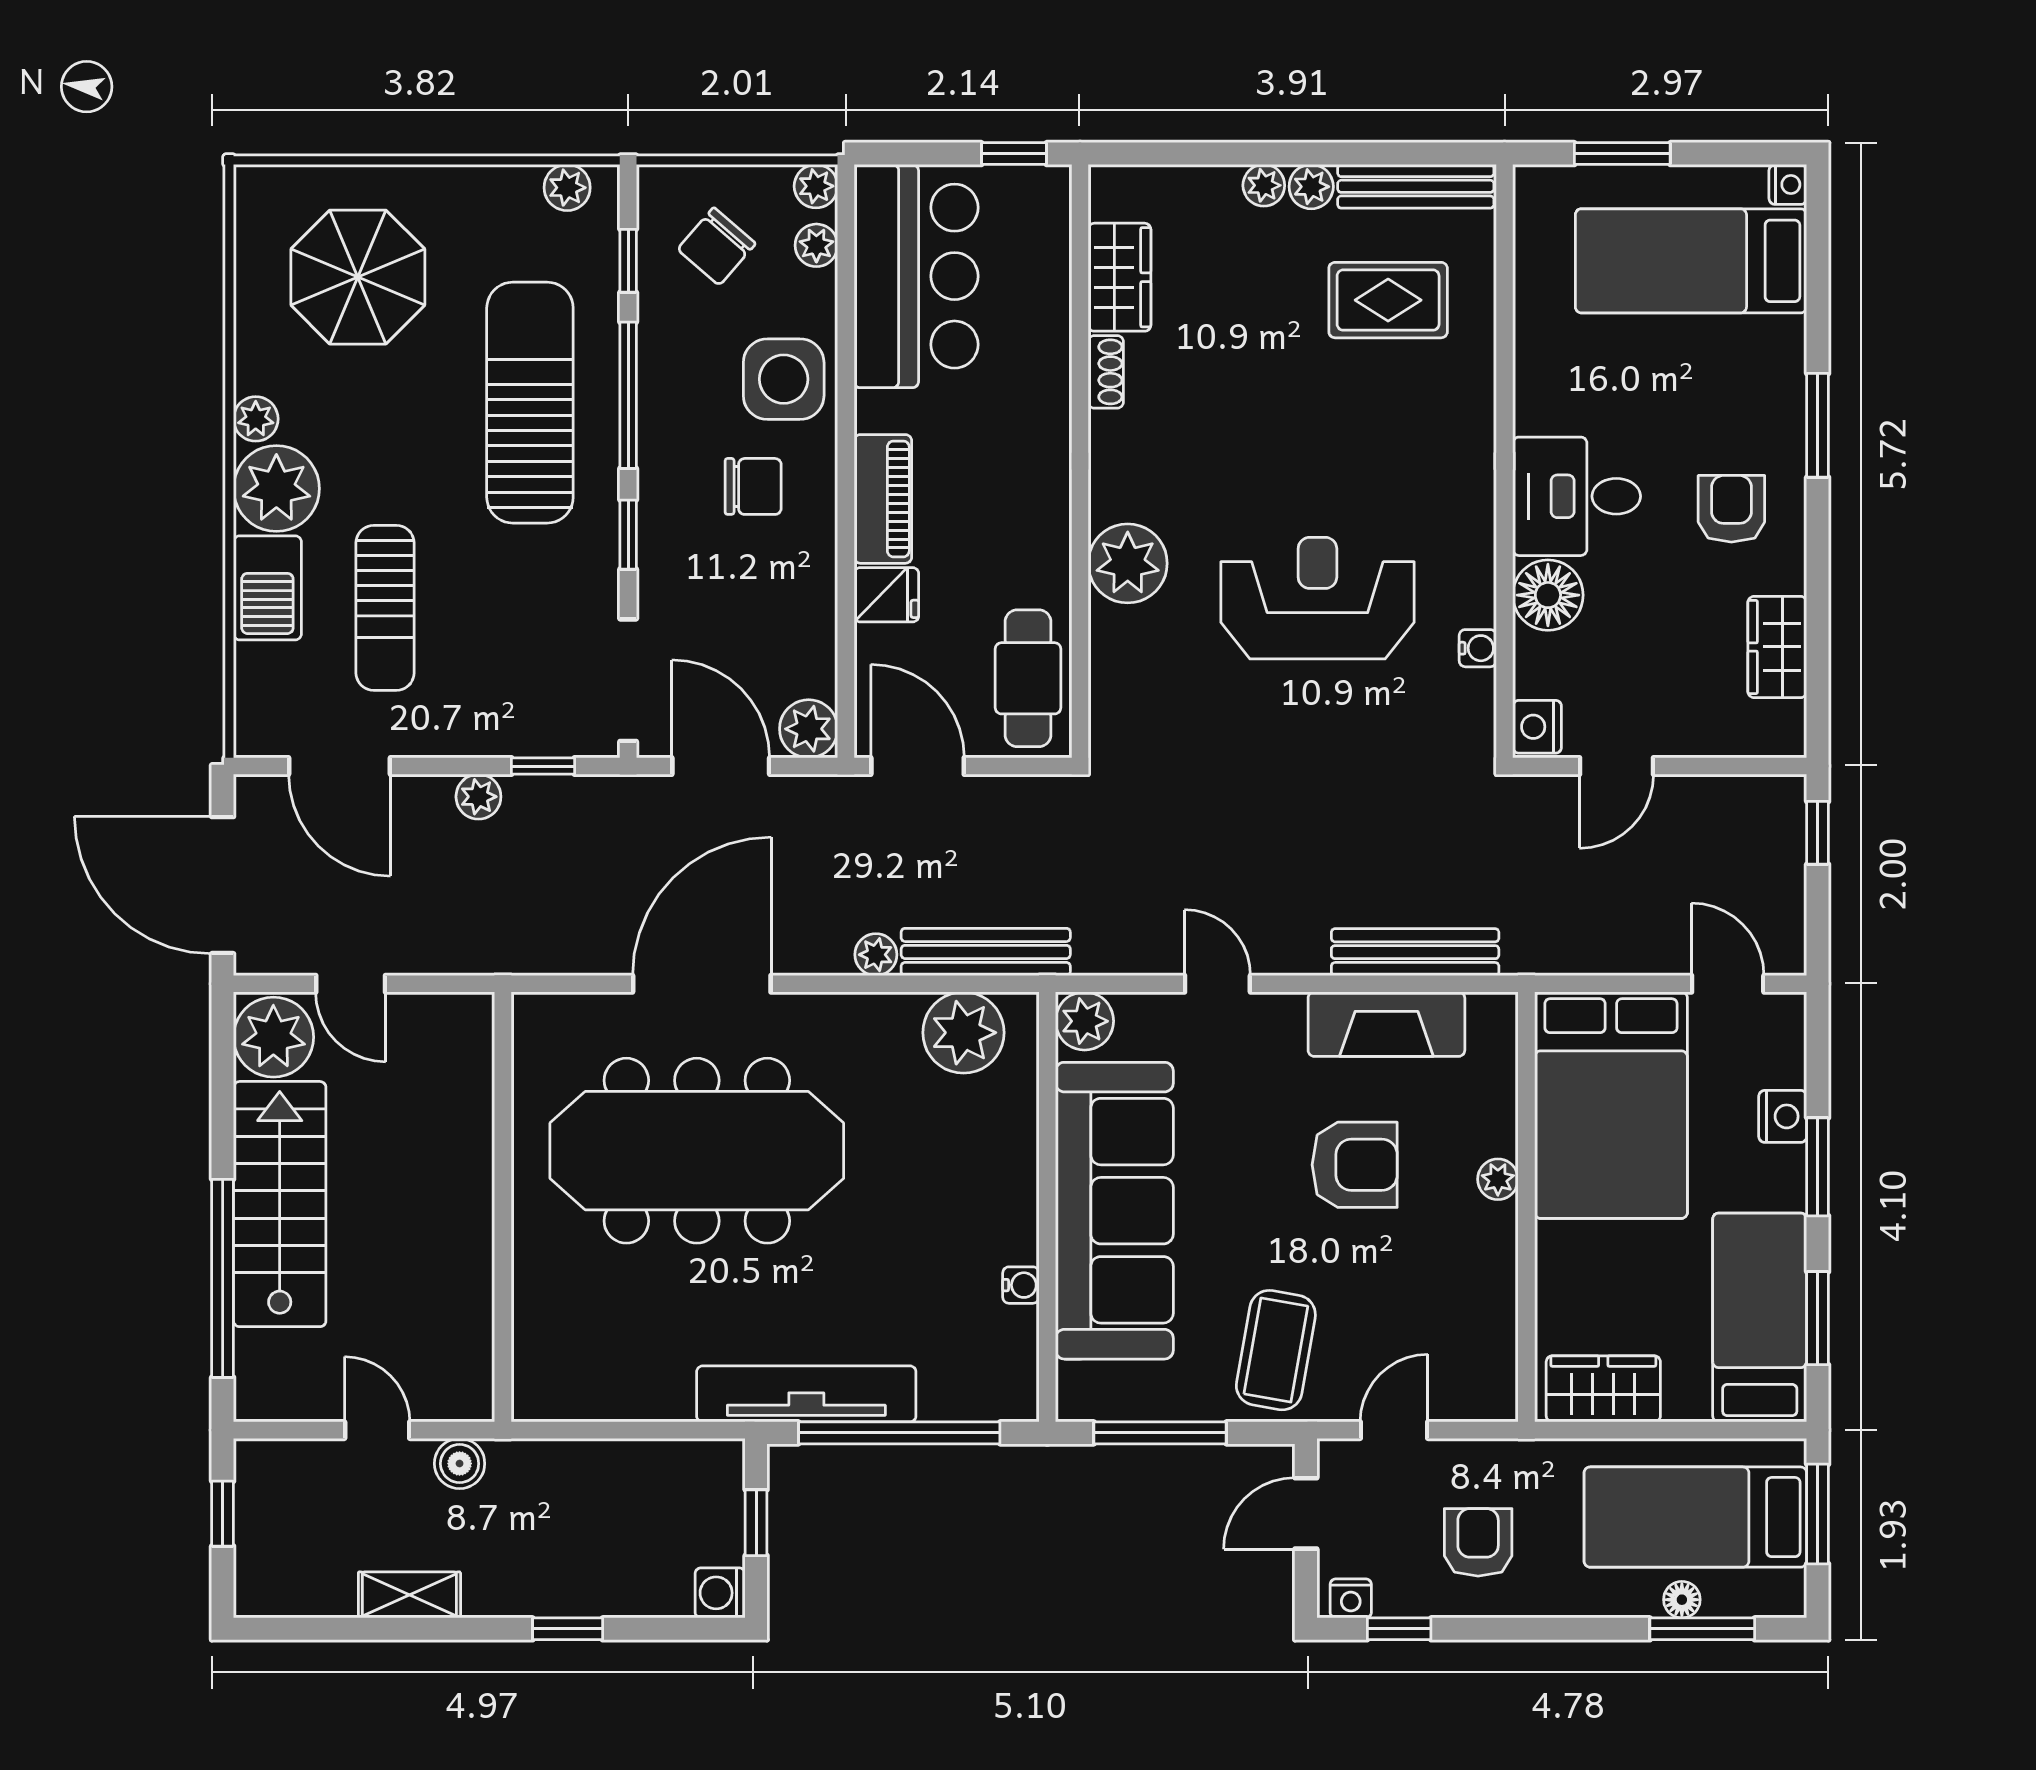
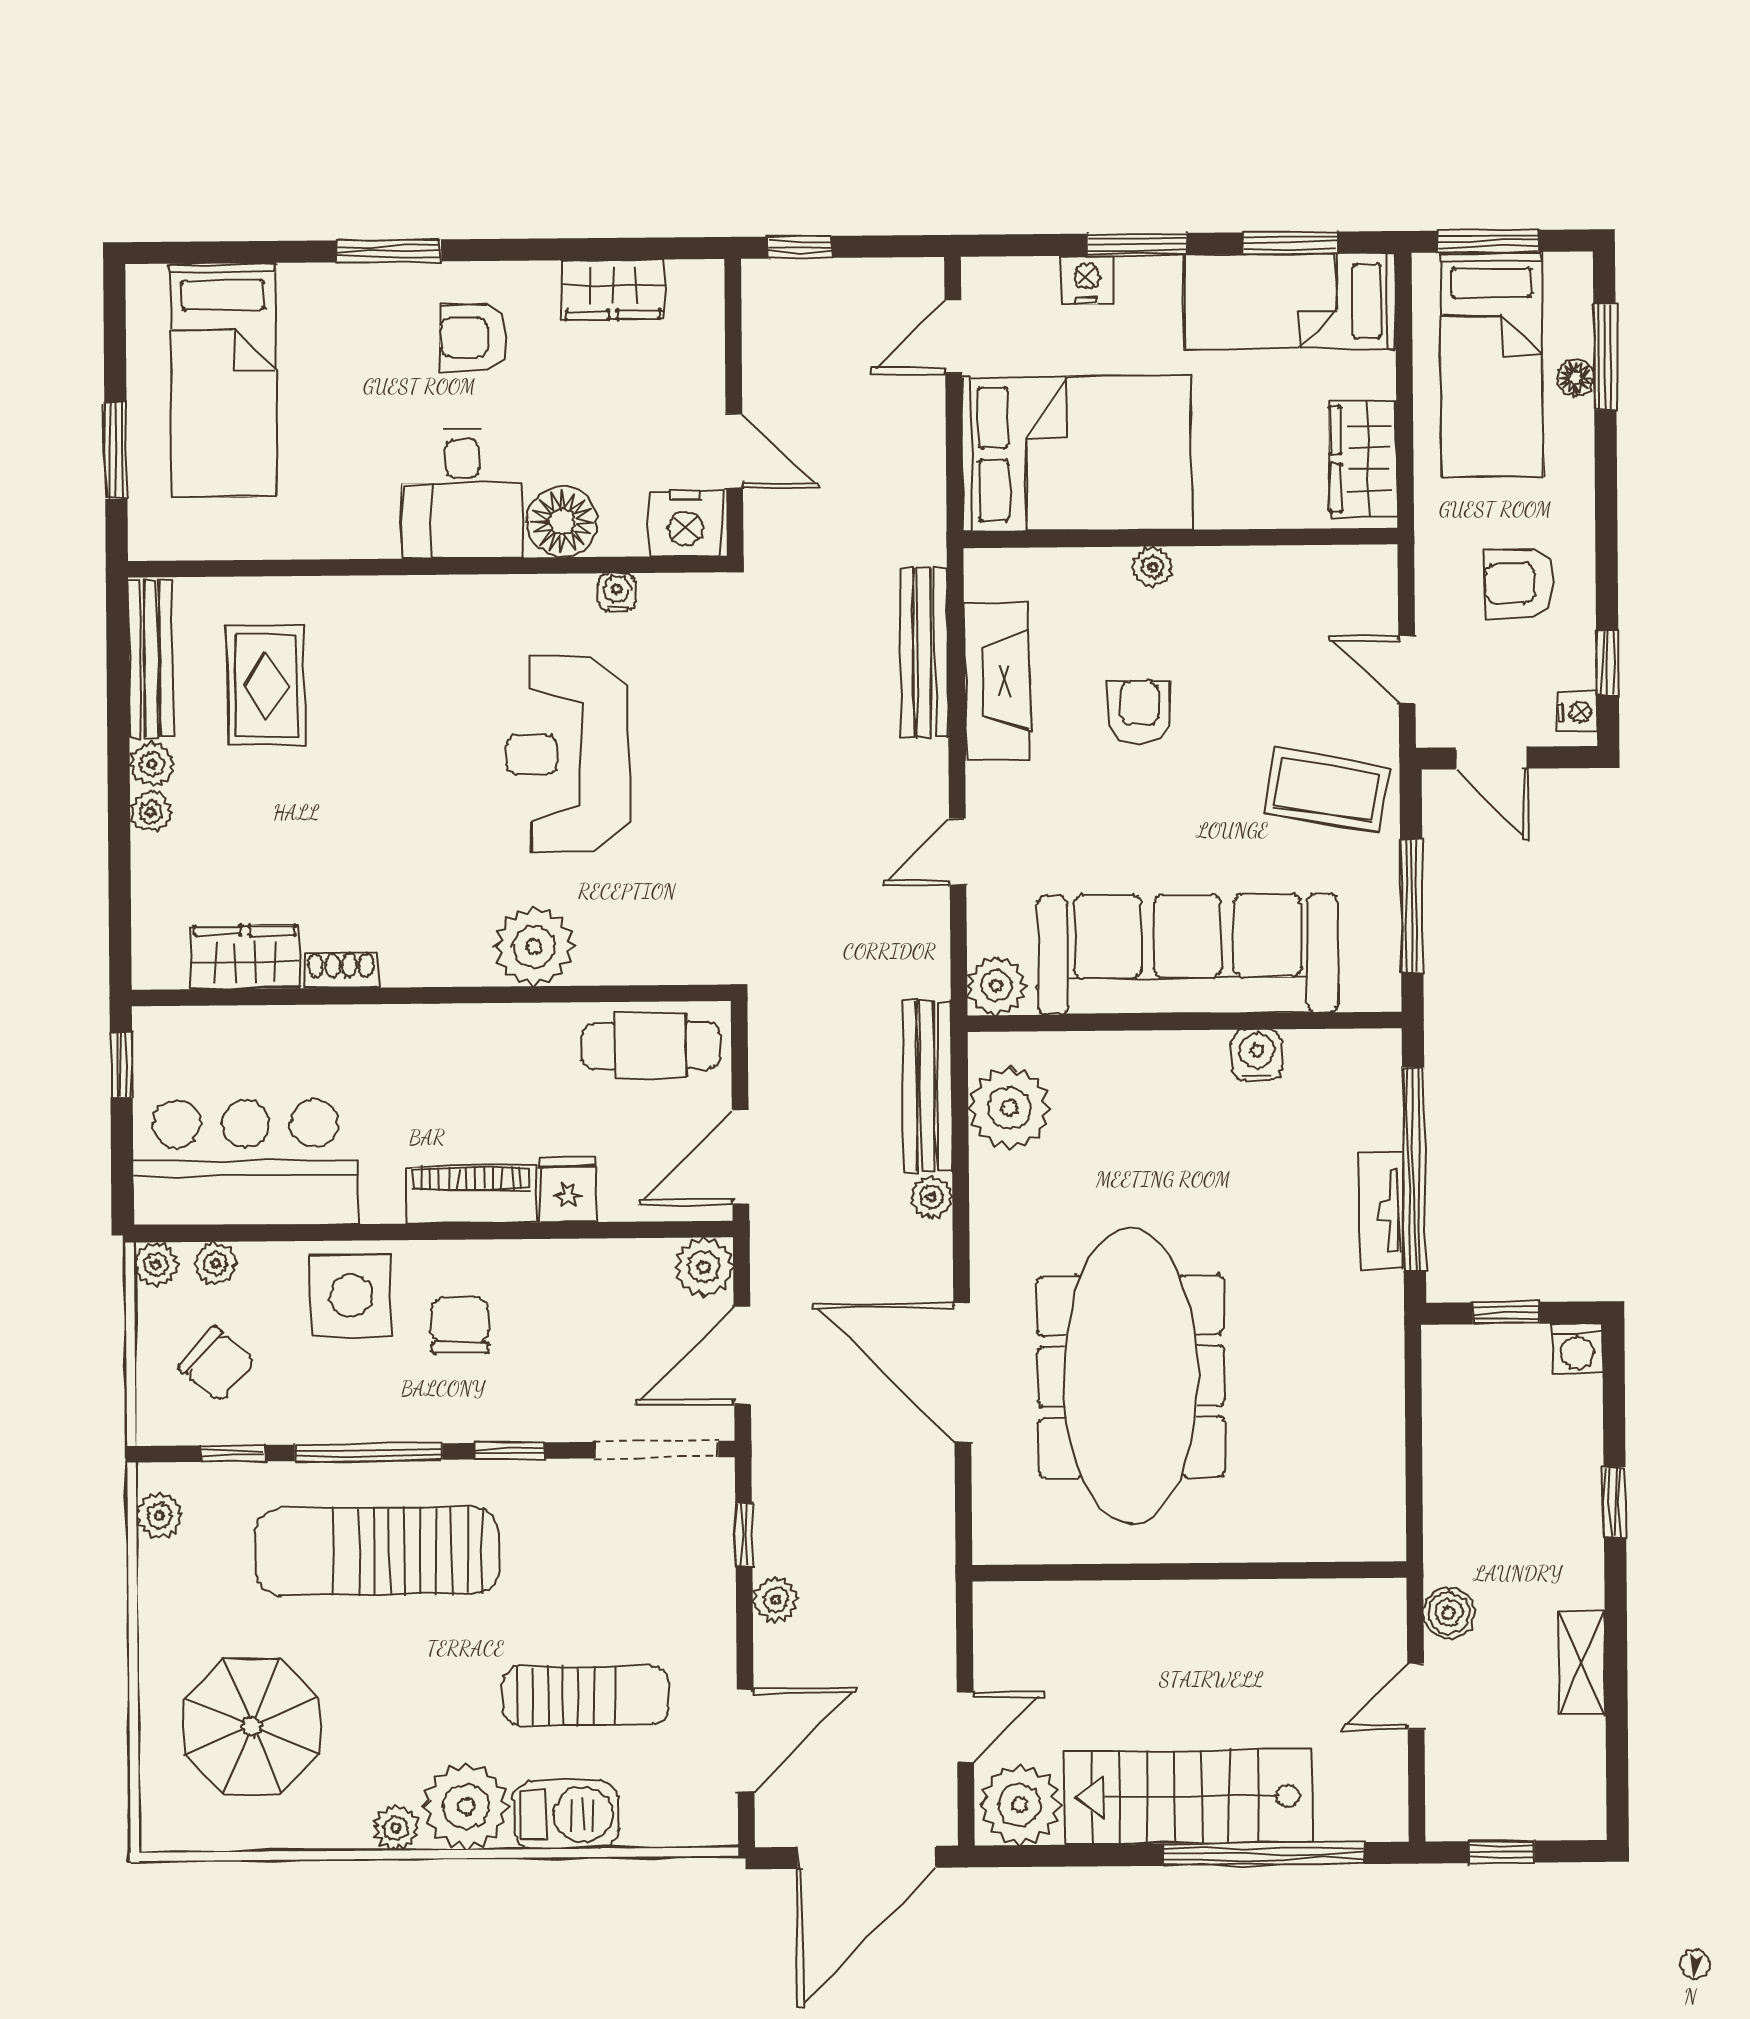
nightstand: (1788, 184) -> (146, 283), removed
nightstand: (1537, 727) -> (686, 523), width x1.36, depth x1.33
armchair: (1355, 1165) -> (1139, 712), width x0.72, depth x0.72
water cooler: (1021, 1285) -> (1257, 1055), width x1.38, depth x1.38
tv unit: (806, 1394) -> (1381, 1210), width x0.52, depth x0.78

